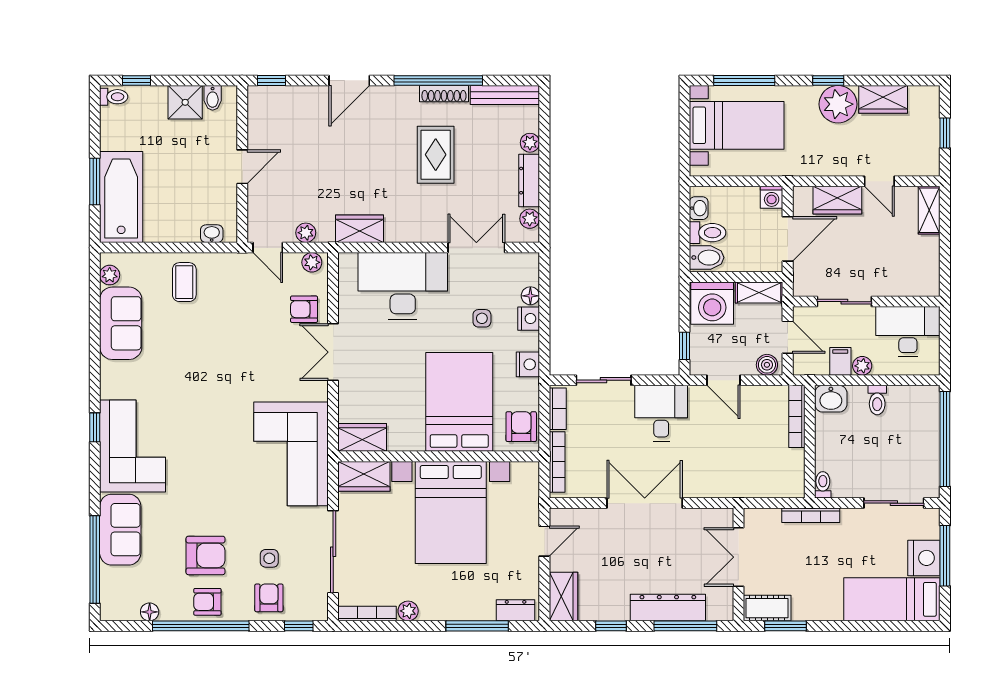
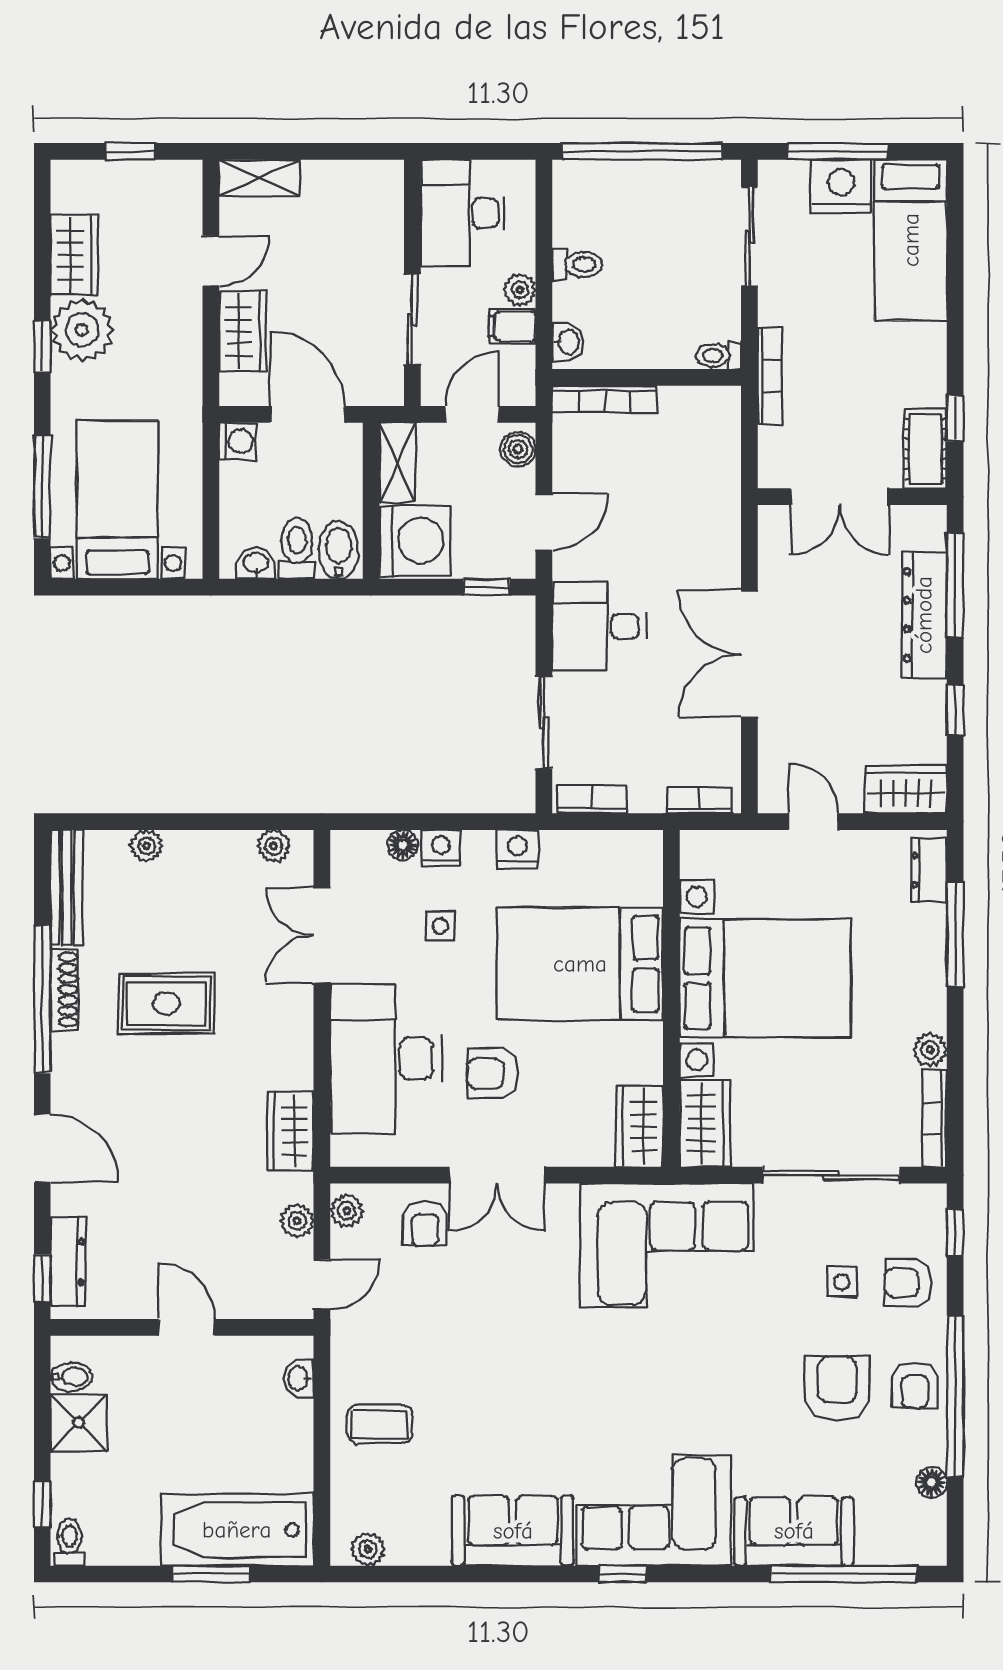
dresser: (529, 181) -> (68, 1262), moved, turned -90
sofa: (121, 323) -> (513, 1531), moved
washbasin: (831, 399) -> (568, 342), width x0.72, depth x0.69
armchair: (521, 427) -> (493, 1074), moved
bookcase: (557, 462) -> (699, 800), width x0.64
window: (785, 626) -> (955, 418), width x0.67

